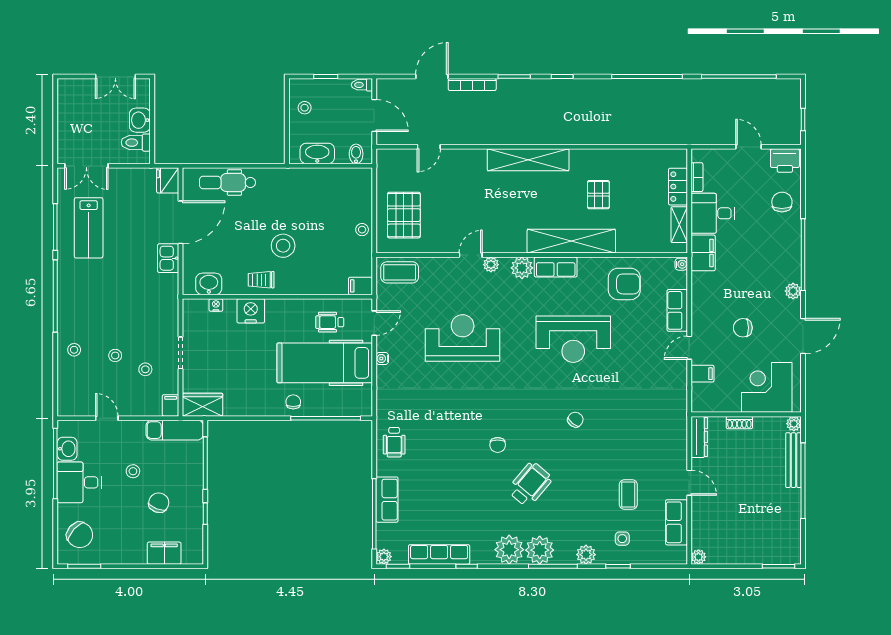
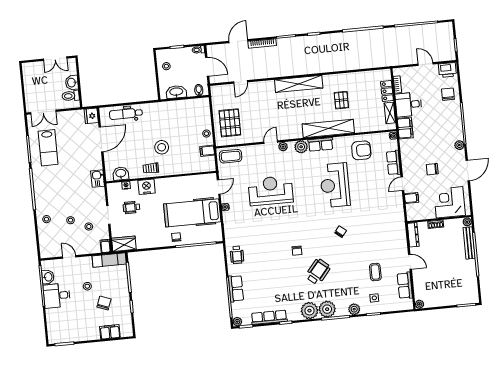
kitchen sink: (168, 258) -> (98, 179), moved
filing cabinet: (360, 286) -> (207, 151), moved
wheelchair: (330, 322) -> (131, 207), moved
reception desk: (573, 339) -> (335, 185), turned 90
chair: (80, 535) -> (60, 326), removed

